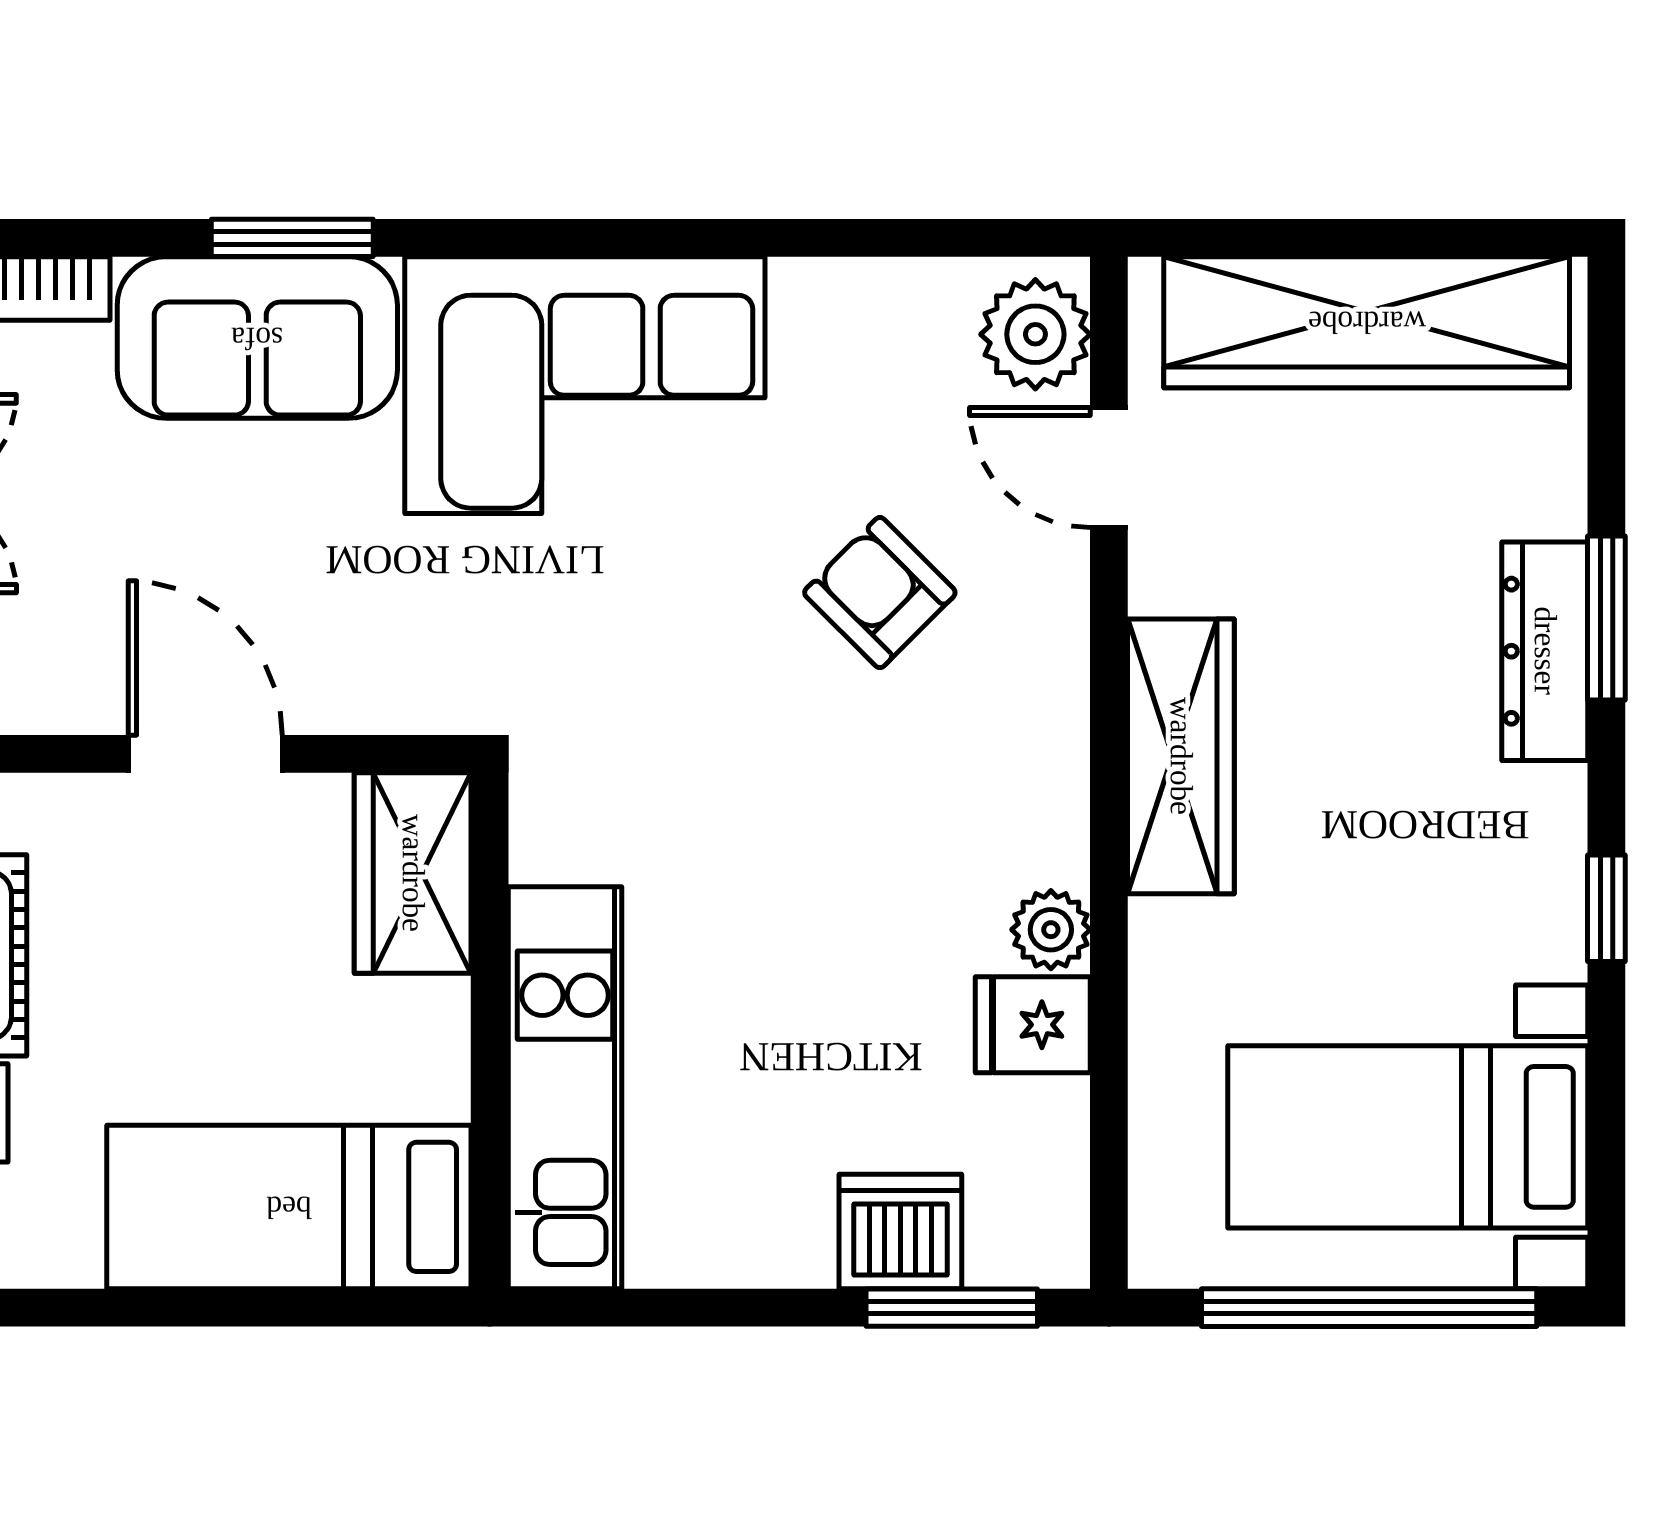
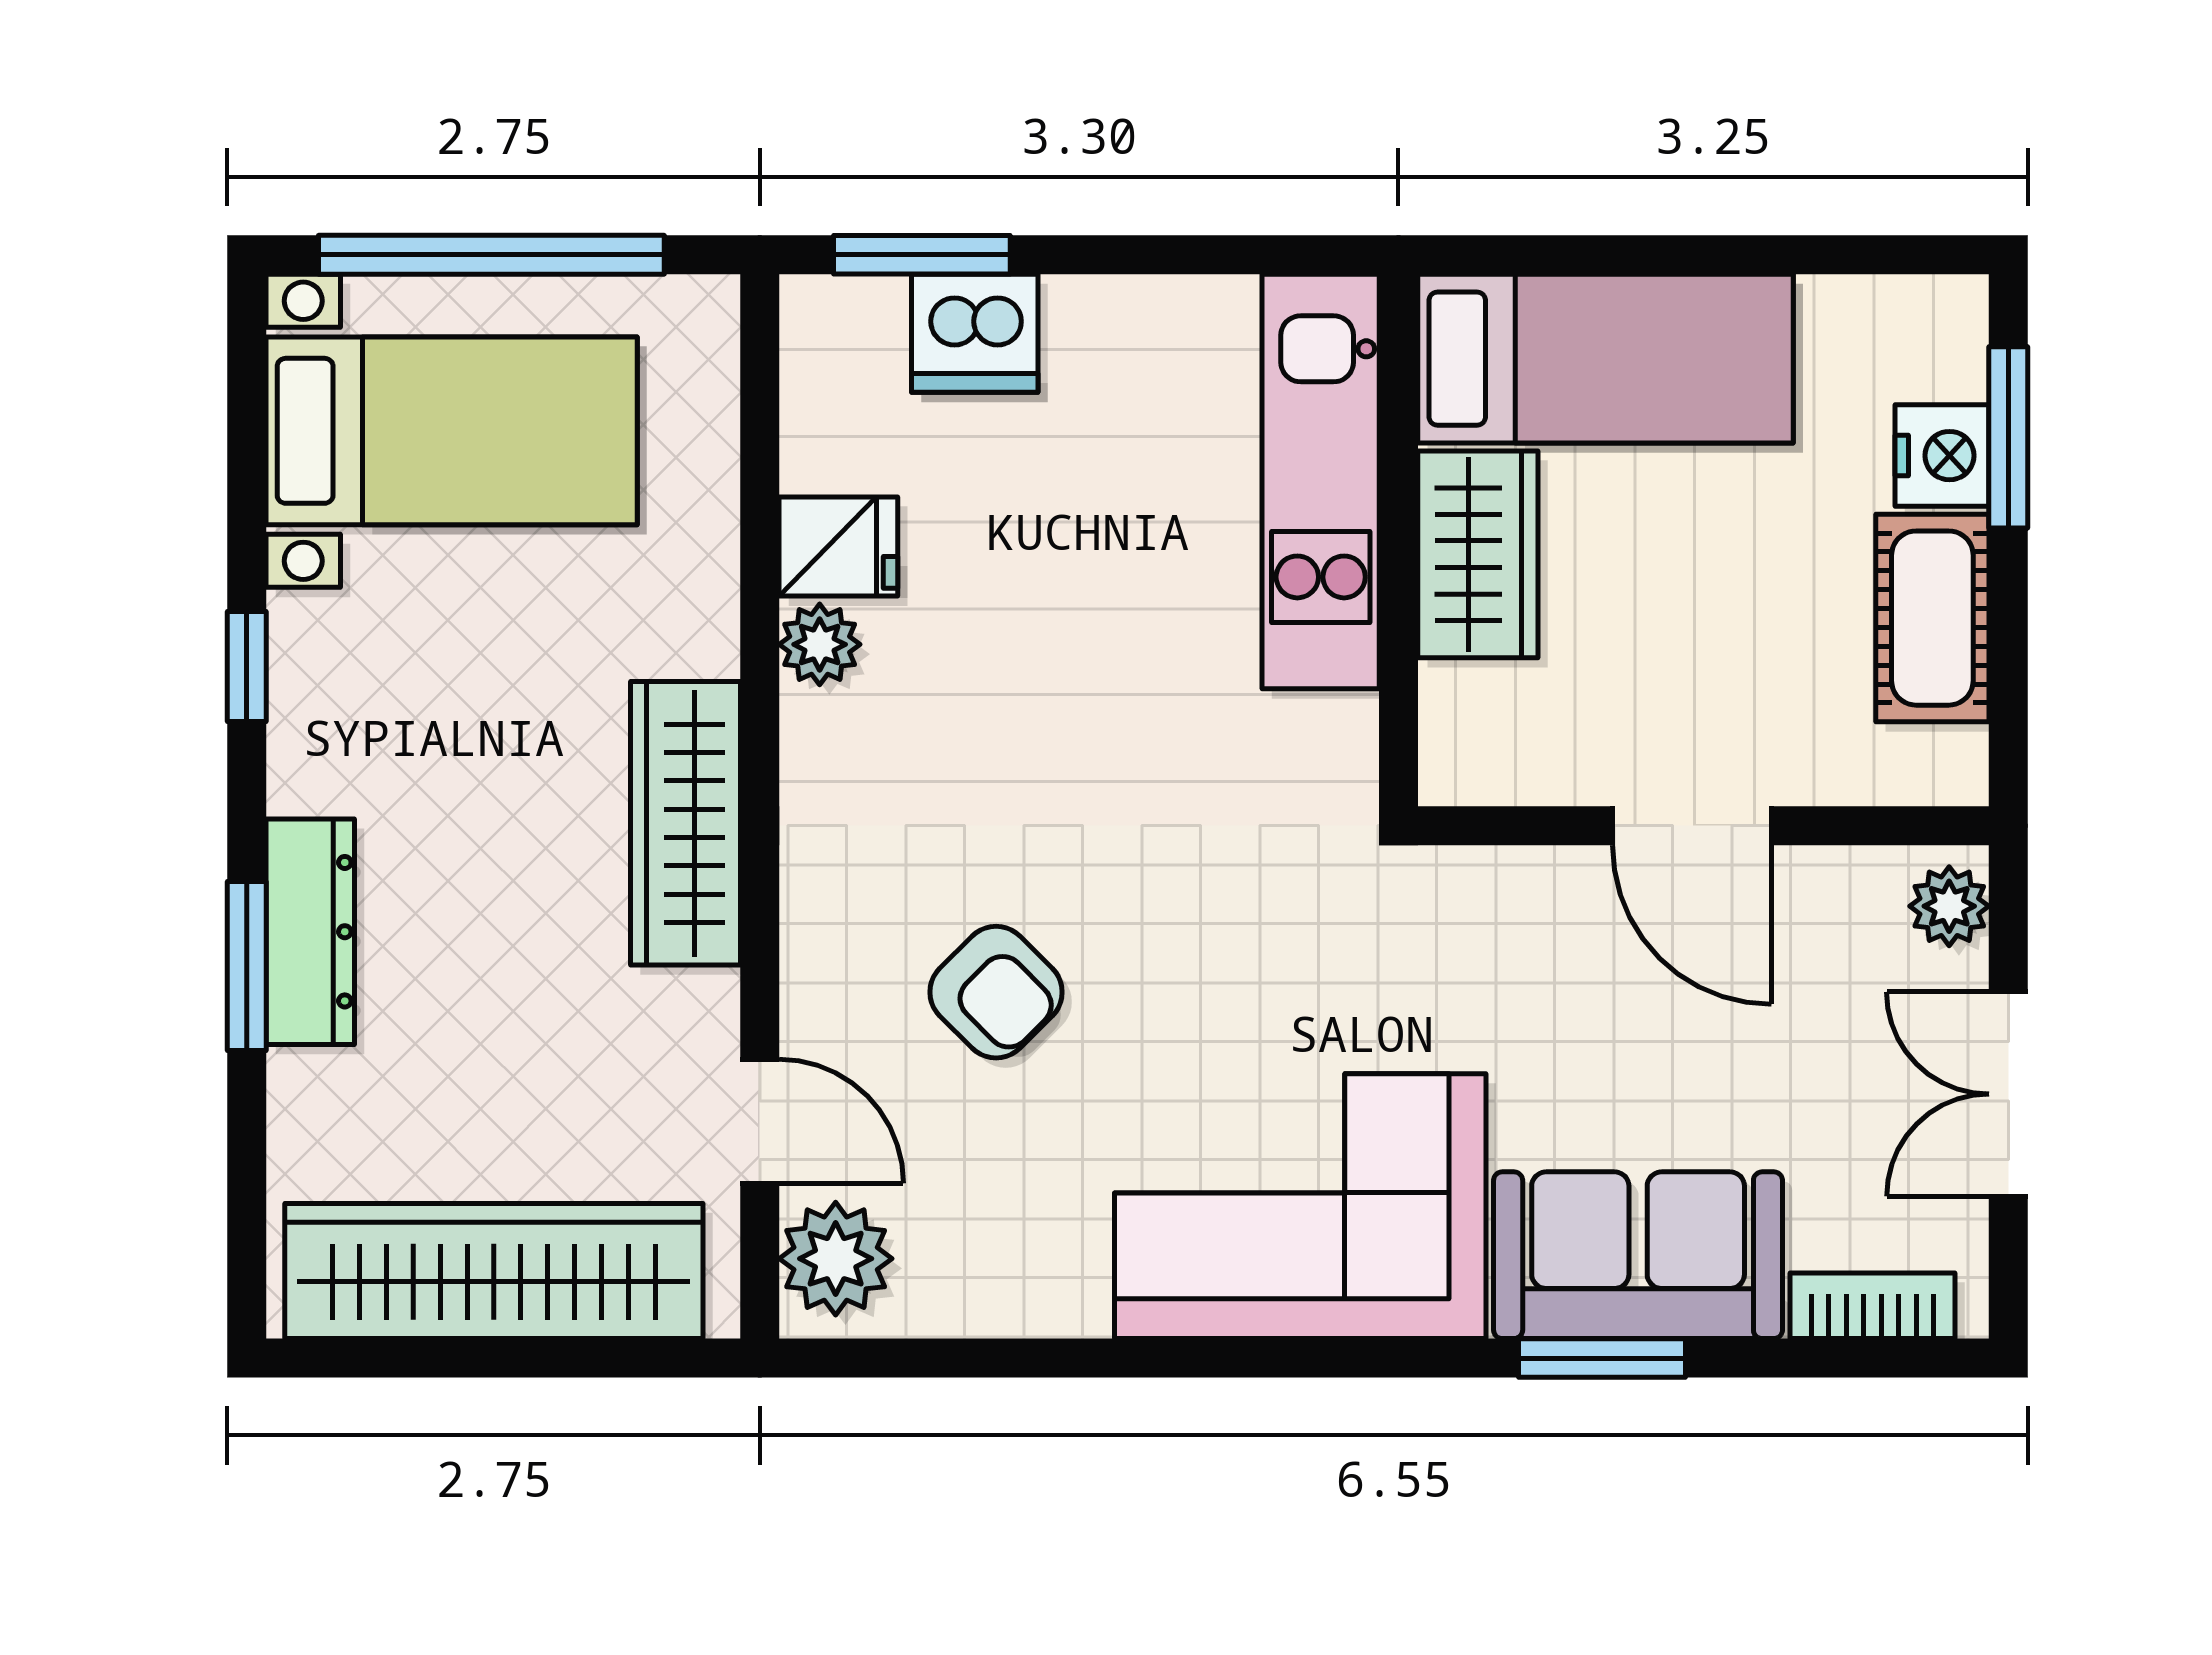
wardrobe: (413, 873) -> (1478, 554), moved

